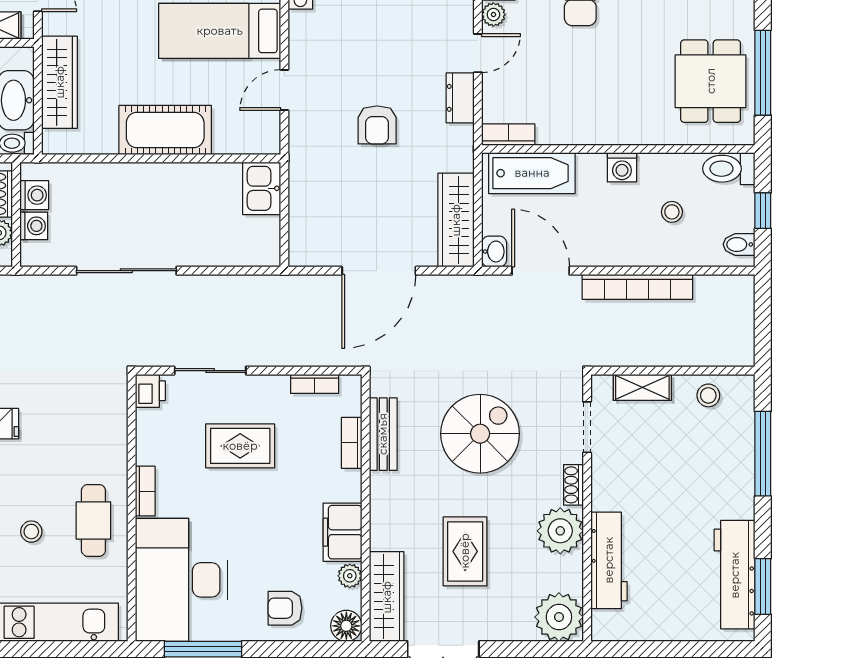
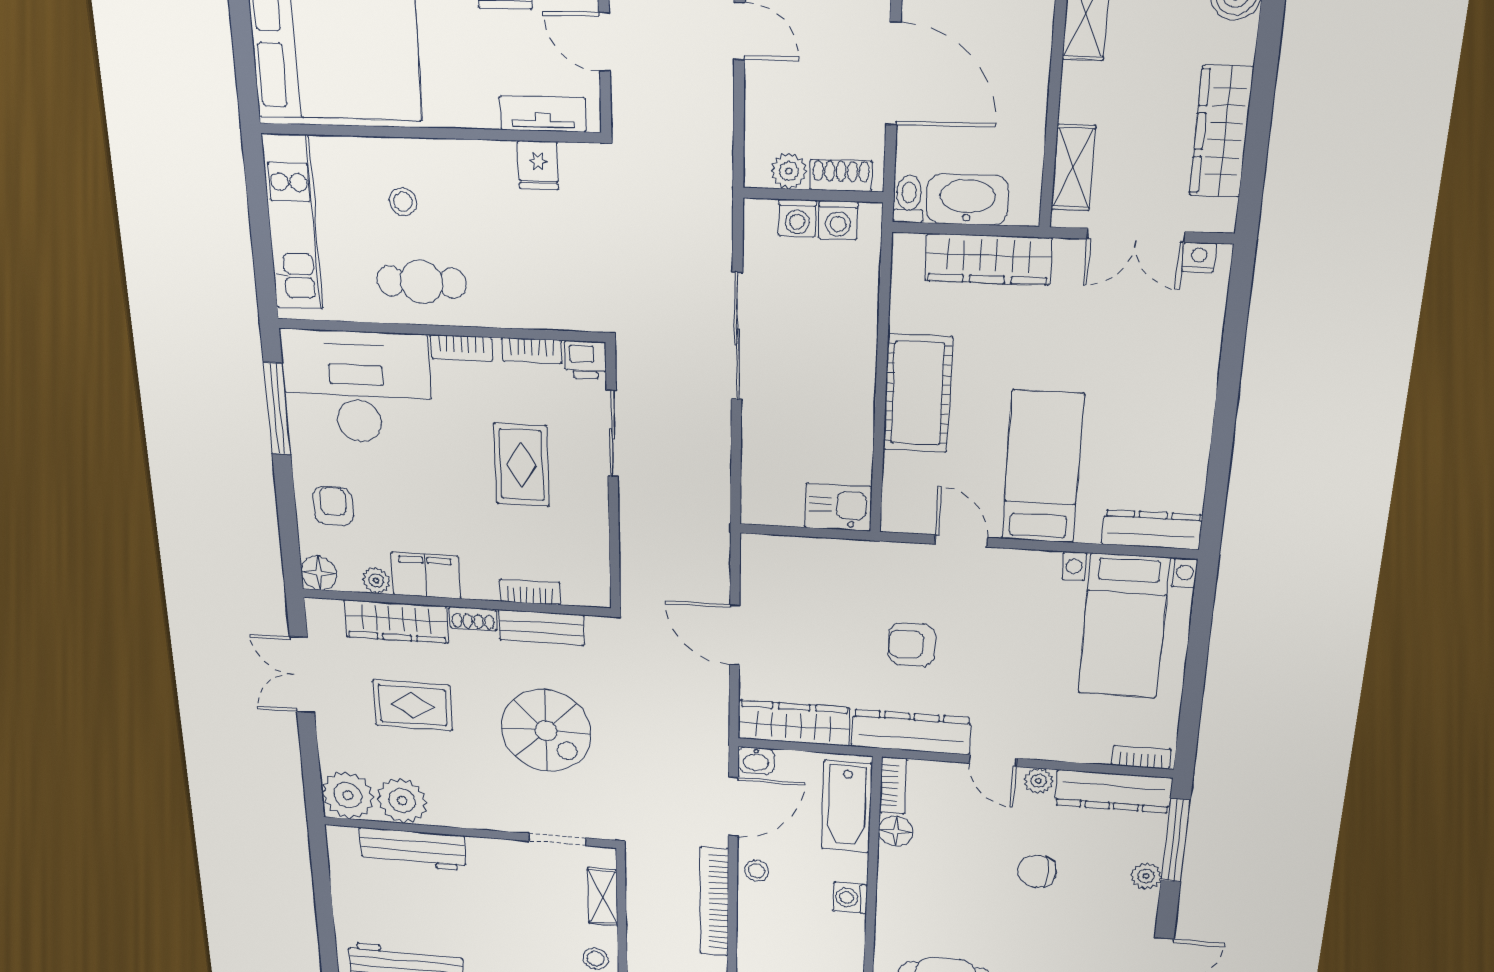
dresser: (460, 98) -> (911, 732), width x1.96, depth x1.24
floor lamp: (552, 131) -> (896, 831), added
stool: (672, 212) -> (757, 871), moved
door: (379, 271) -> (735, 635), width x0.73
bookcase: (315, 384) -> (532, 351), moved, turned -90
shoe rack: (573, 485) -> (473, 619), moved, turned 180
plant: (560, 531) -> (402, 801), moved
wardrobe: (387, 597) -> (396, 622), moved

